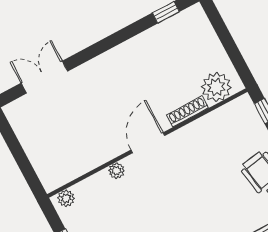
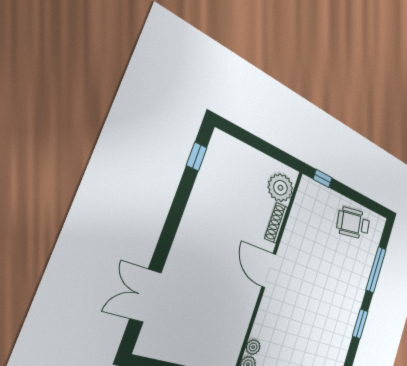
plant: (117, 171) -> (253, 347), moved

